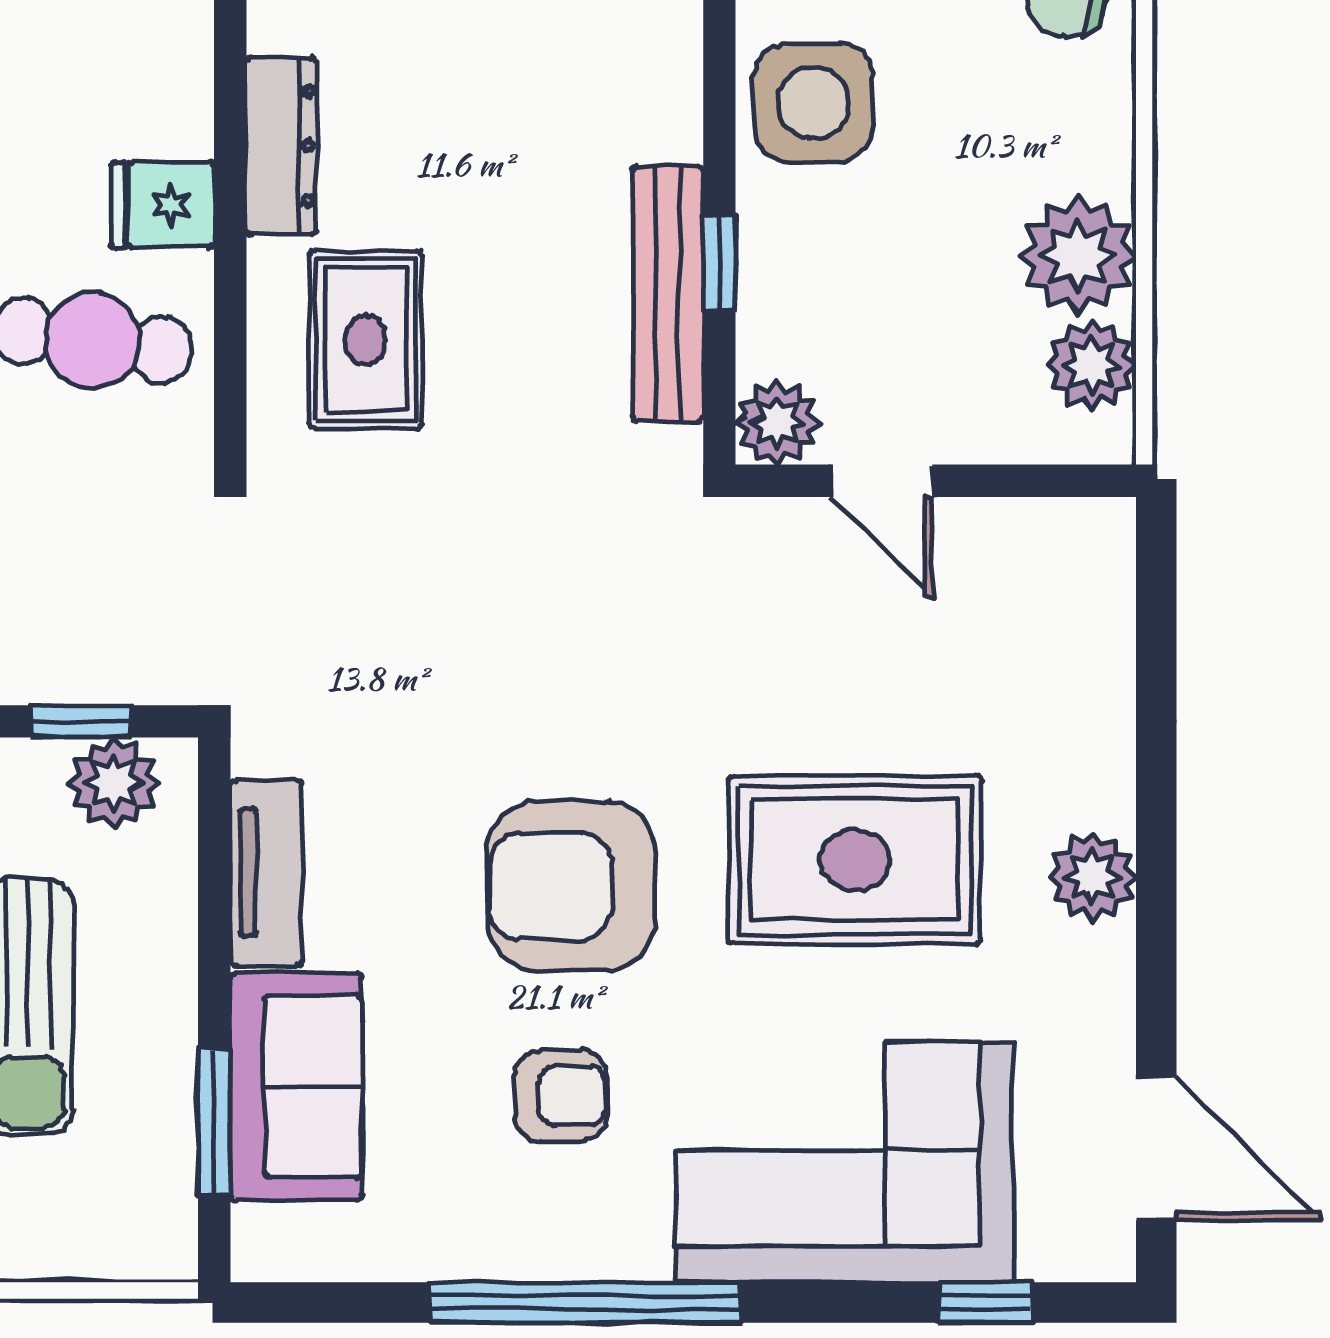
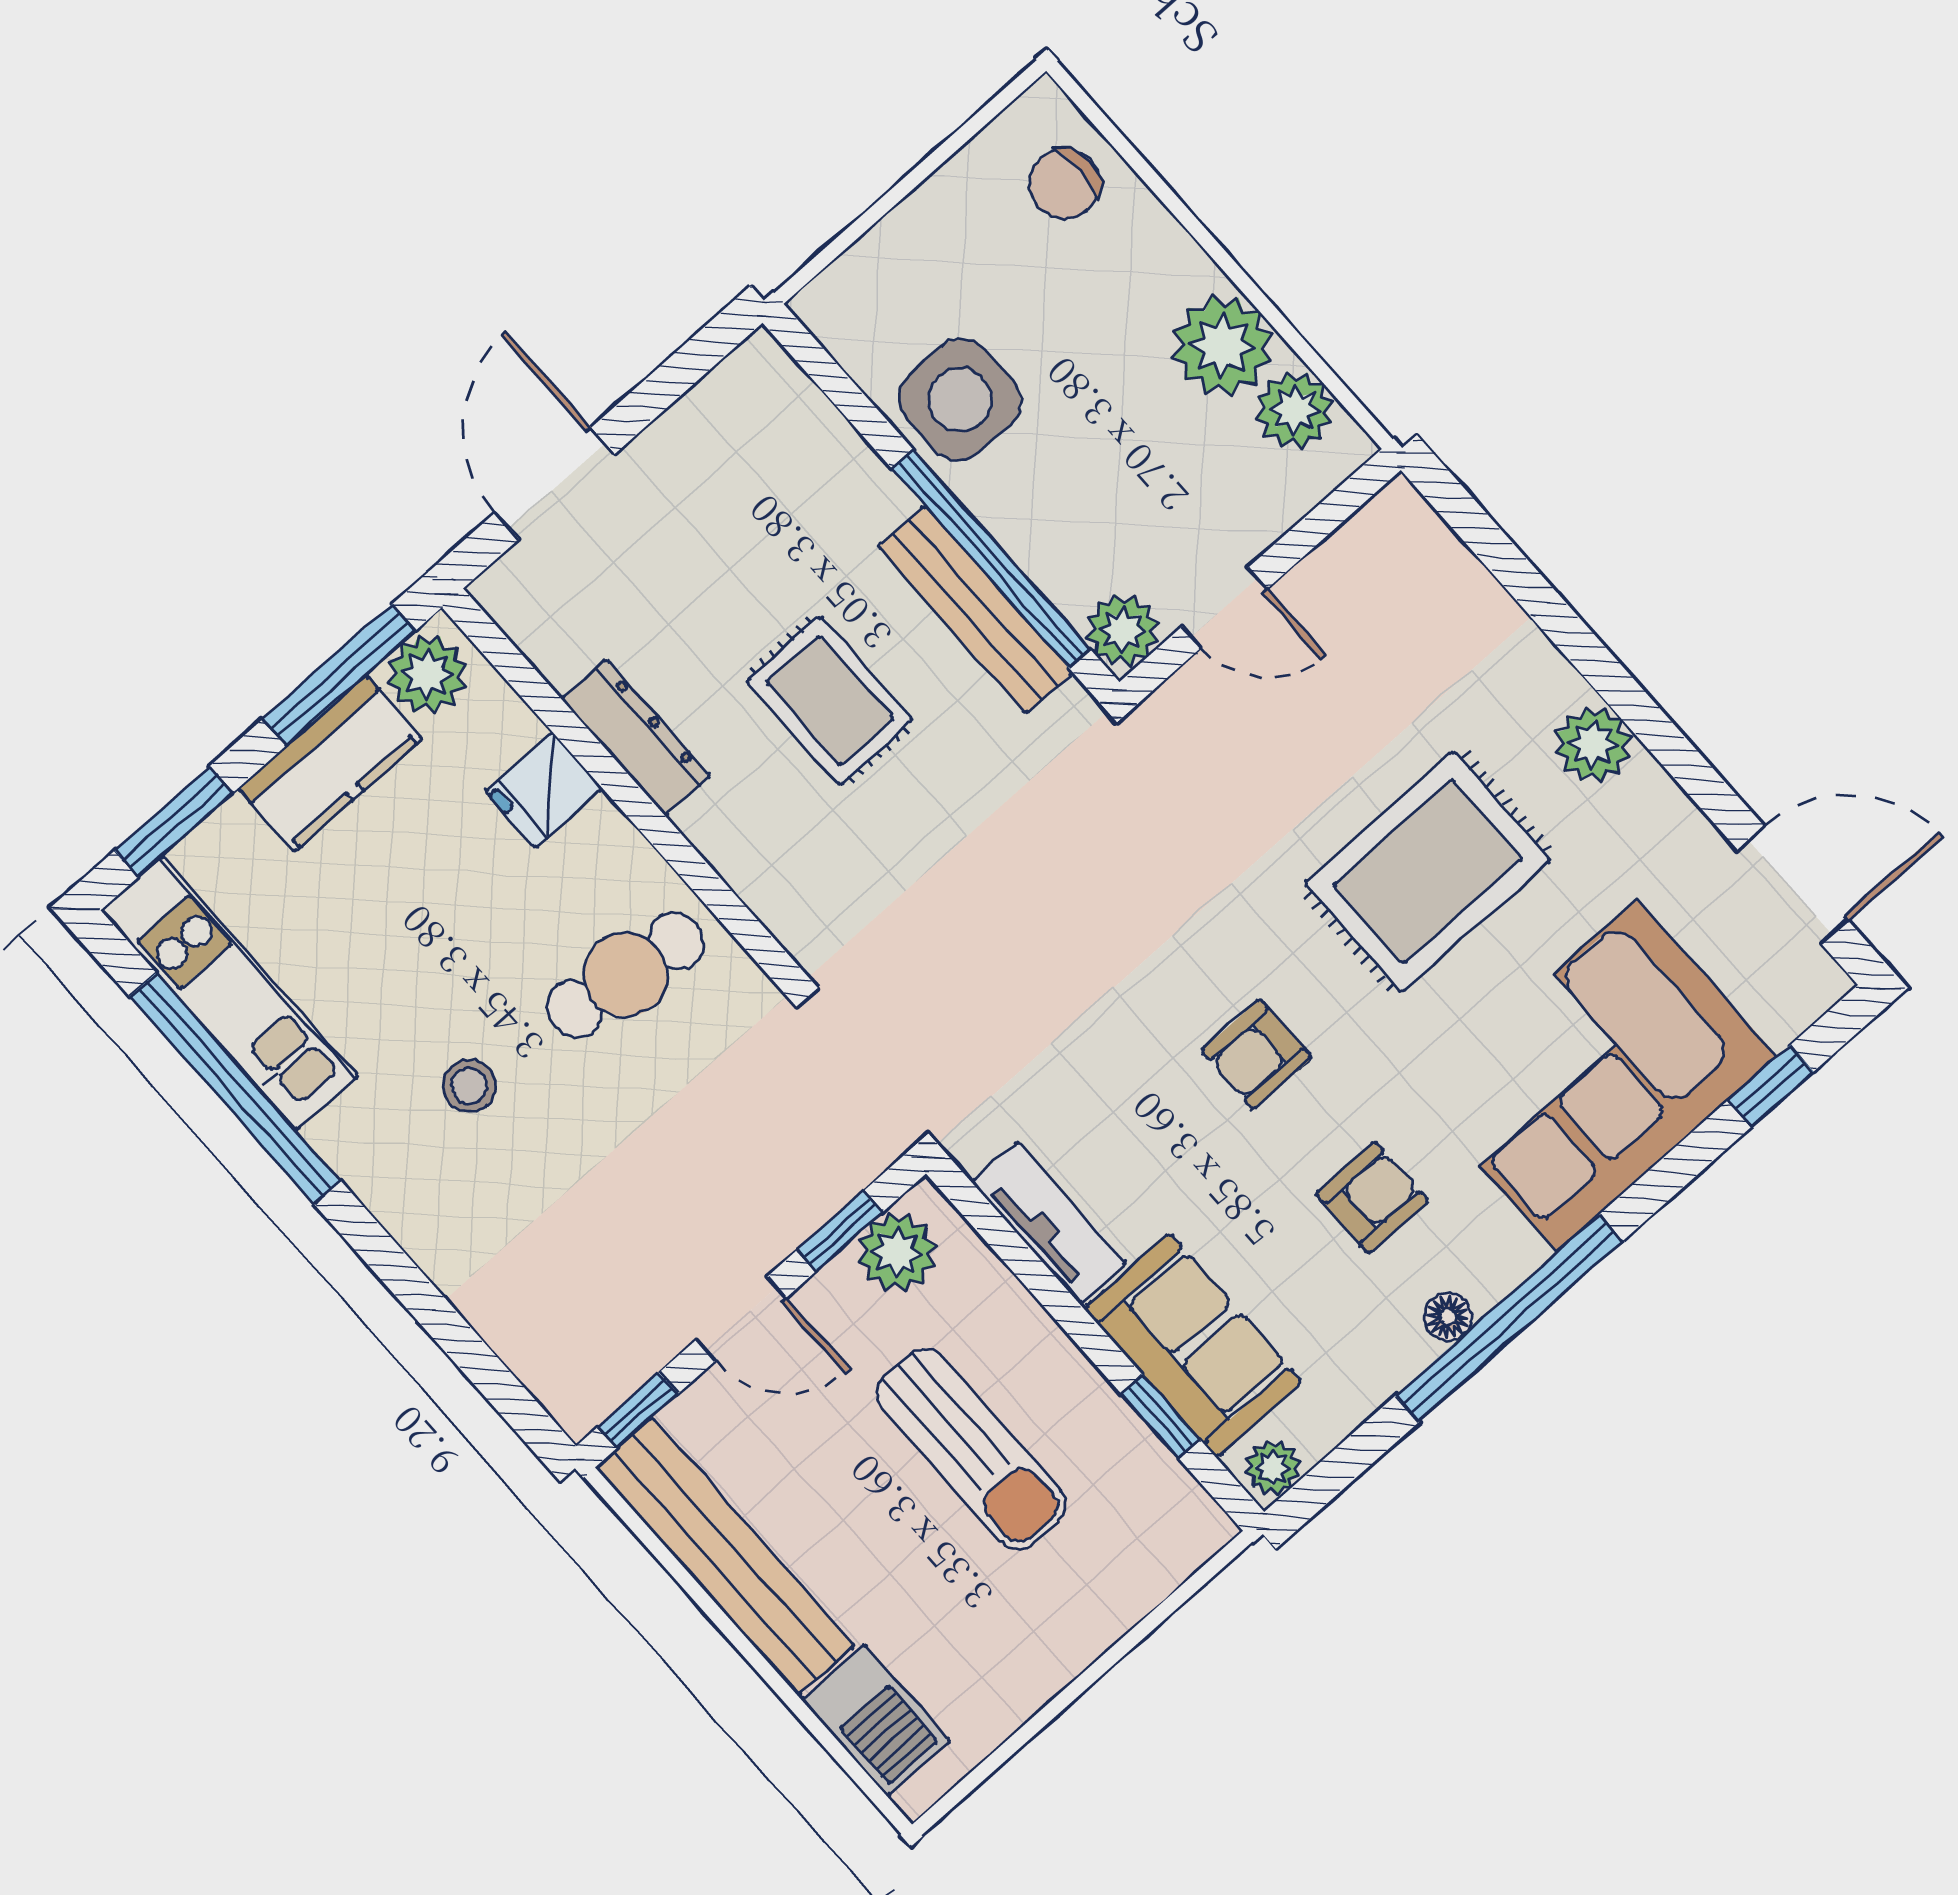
fridge: (163, 205) -> (544, 790), moved
window: (719, 263) -> (991, 559), width x3.17
rug: (366, 339) -> (830, 700), moved
armchair: (571, 886) -> (1257, 1054), width x0.53, depth x0.53
window: (214, 1122) -> (1160, 1416), width x0.67
plant: (272, 1251) -> (1273, 1467), added
floor lamp: (535, 1255) -> (1448, 1317), added

